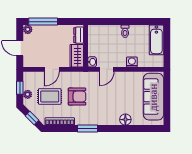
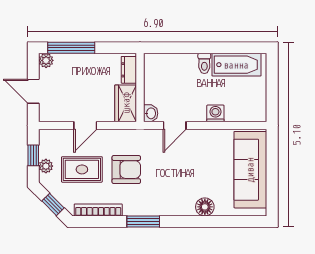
bathtub: (156, 40) -> (236, 65), moved, turned -90

